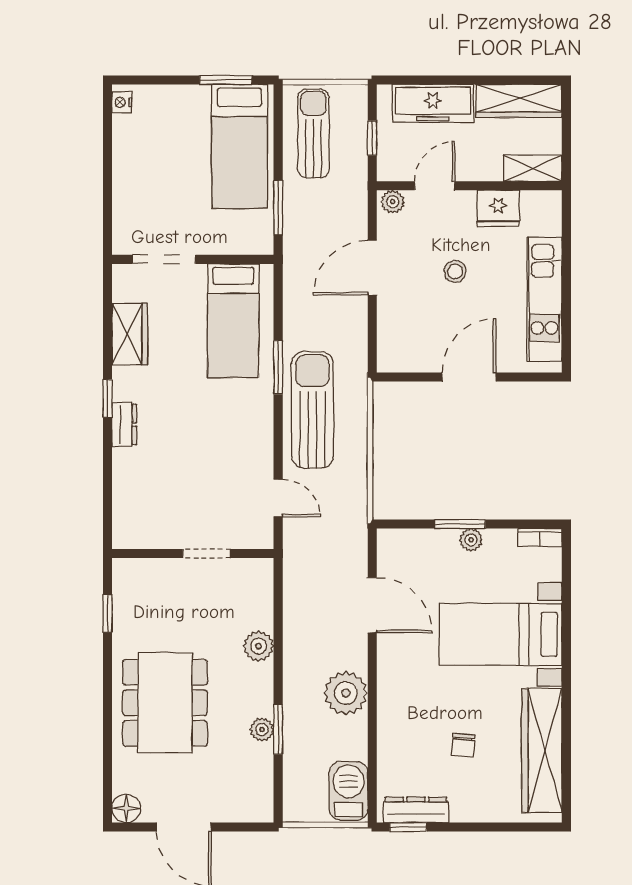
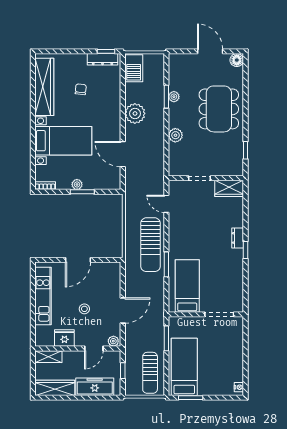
wardrobe: (130, 334) -> (229, 188), moved, turned -90

